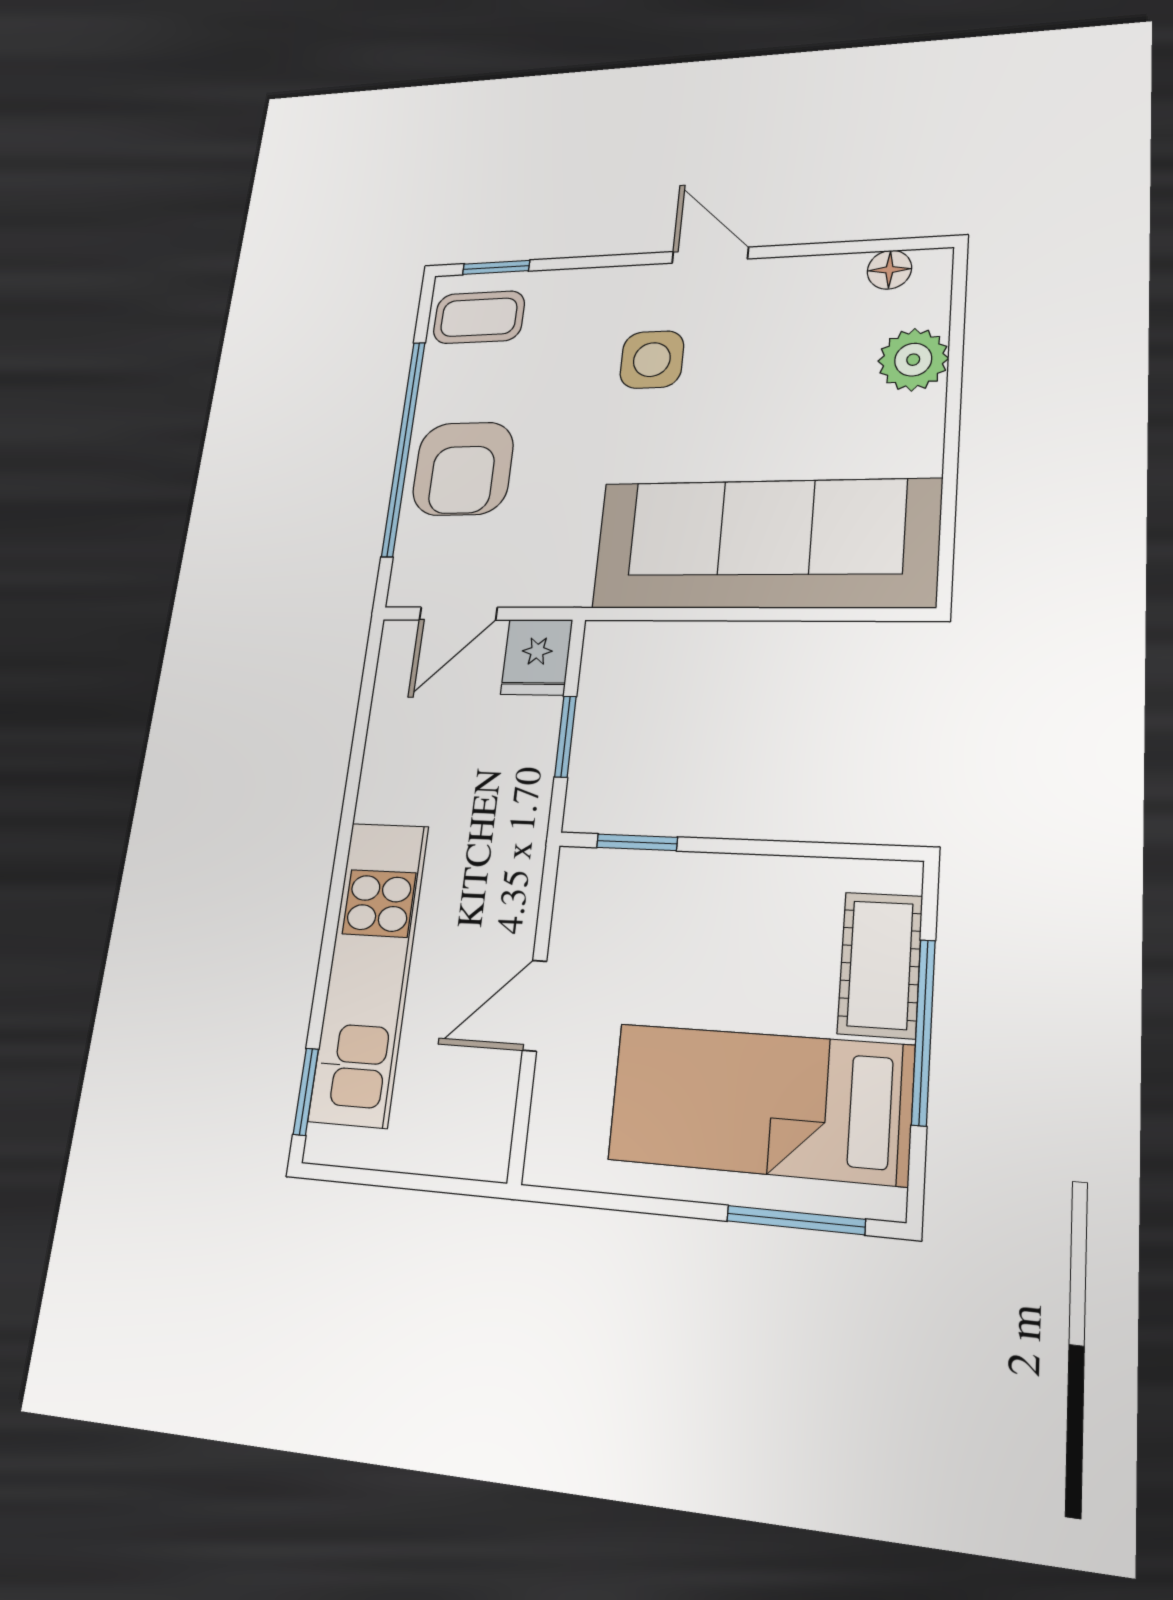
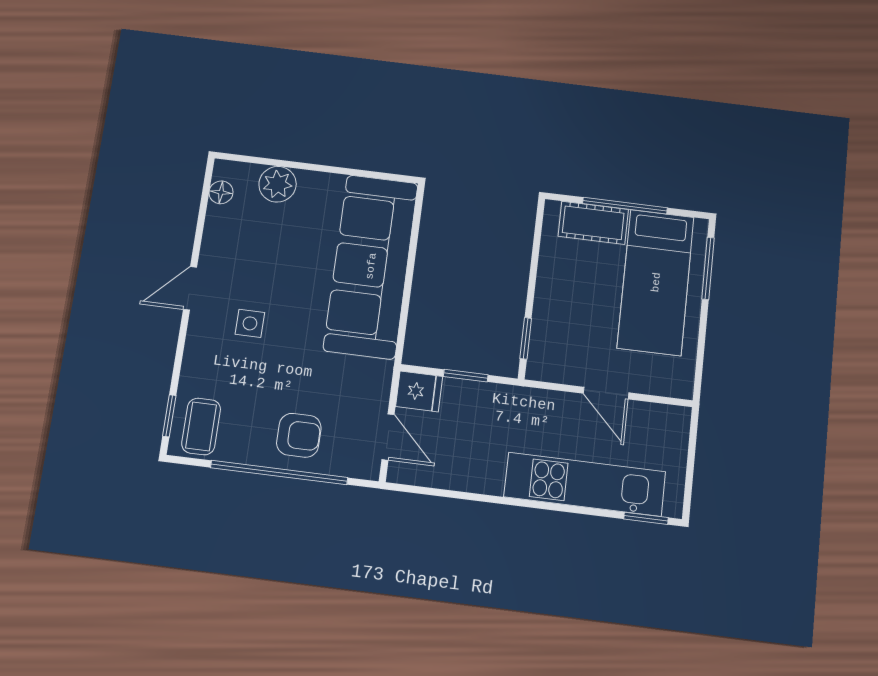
side table: (652, 360) -> (250, 323), width x0.73, depth x0.73
armchair: (463, 469) -> (299, 435), width x0.72, depth x0.72

